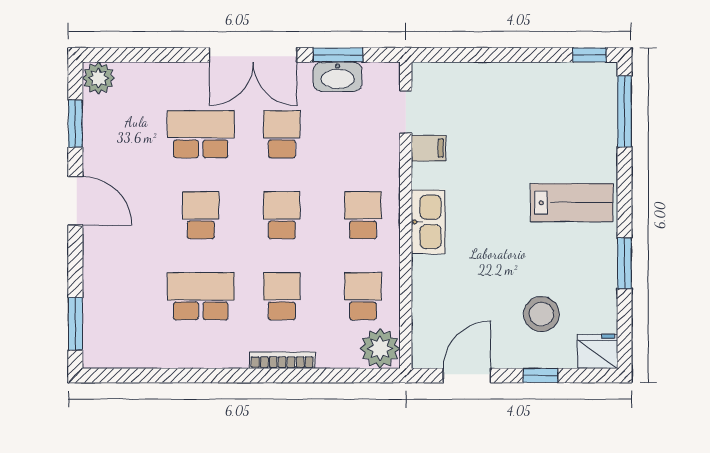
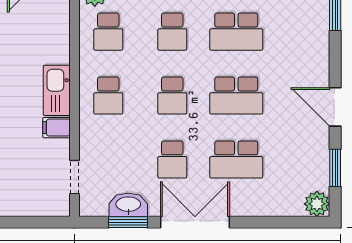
filing cabinet: (429, 148) -> (56, 128), moved
school desk: (201, 215) -> (236, 96), width x1.85

